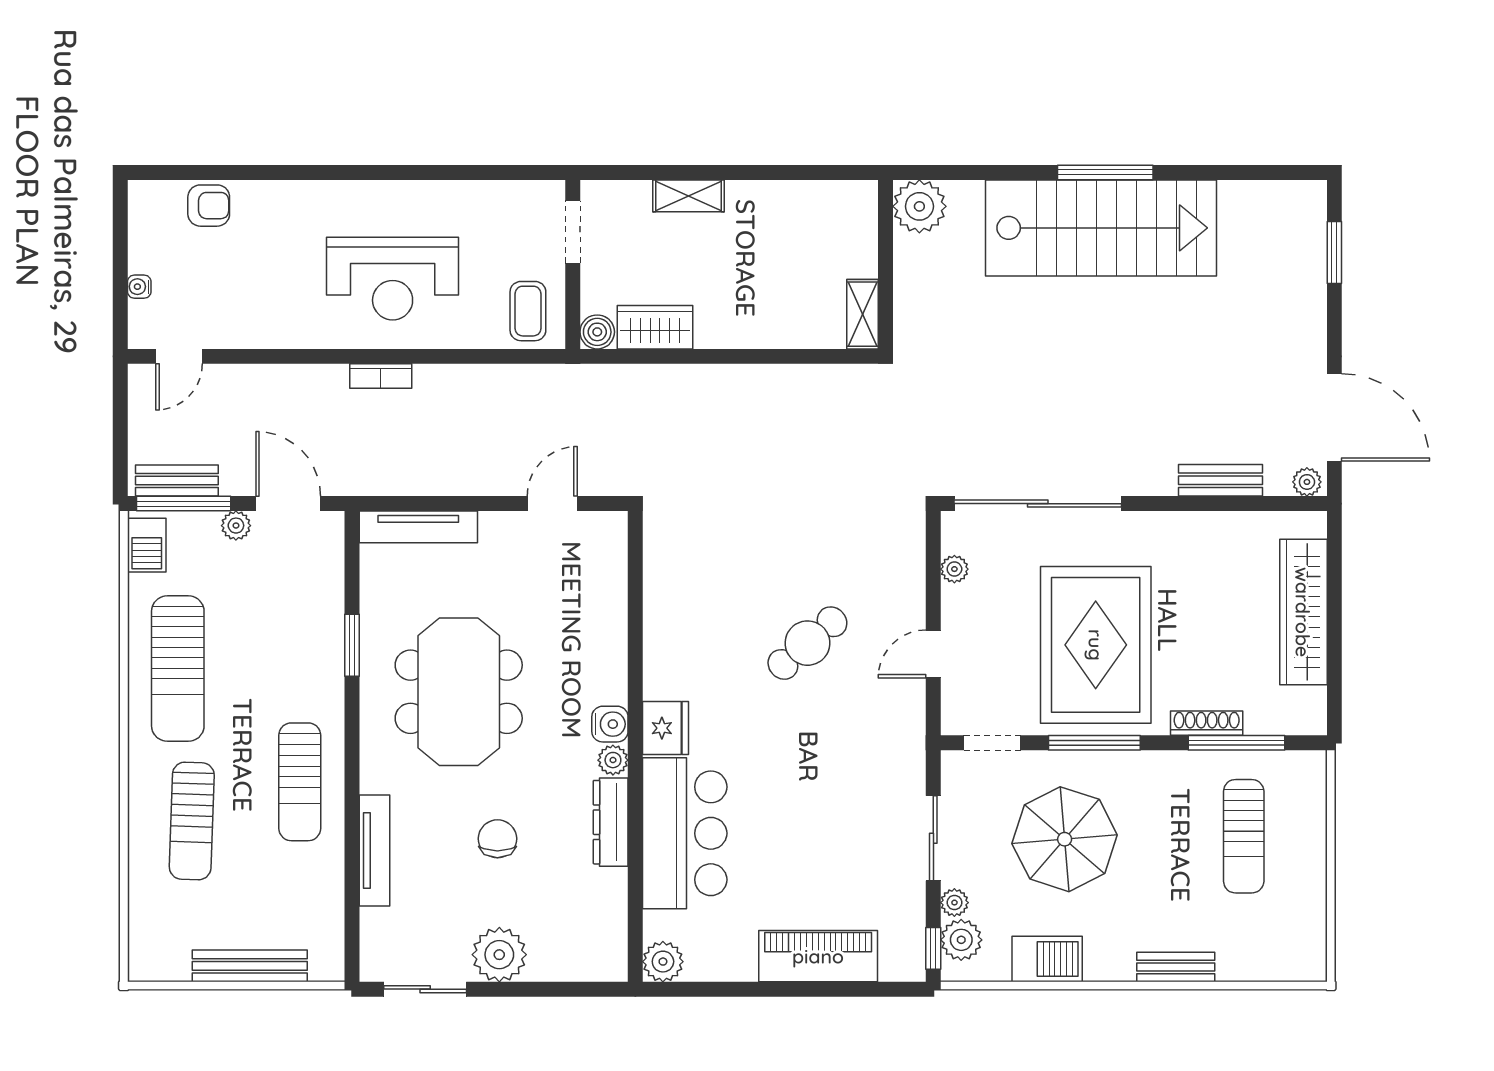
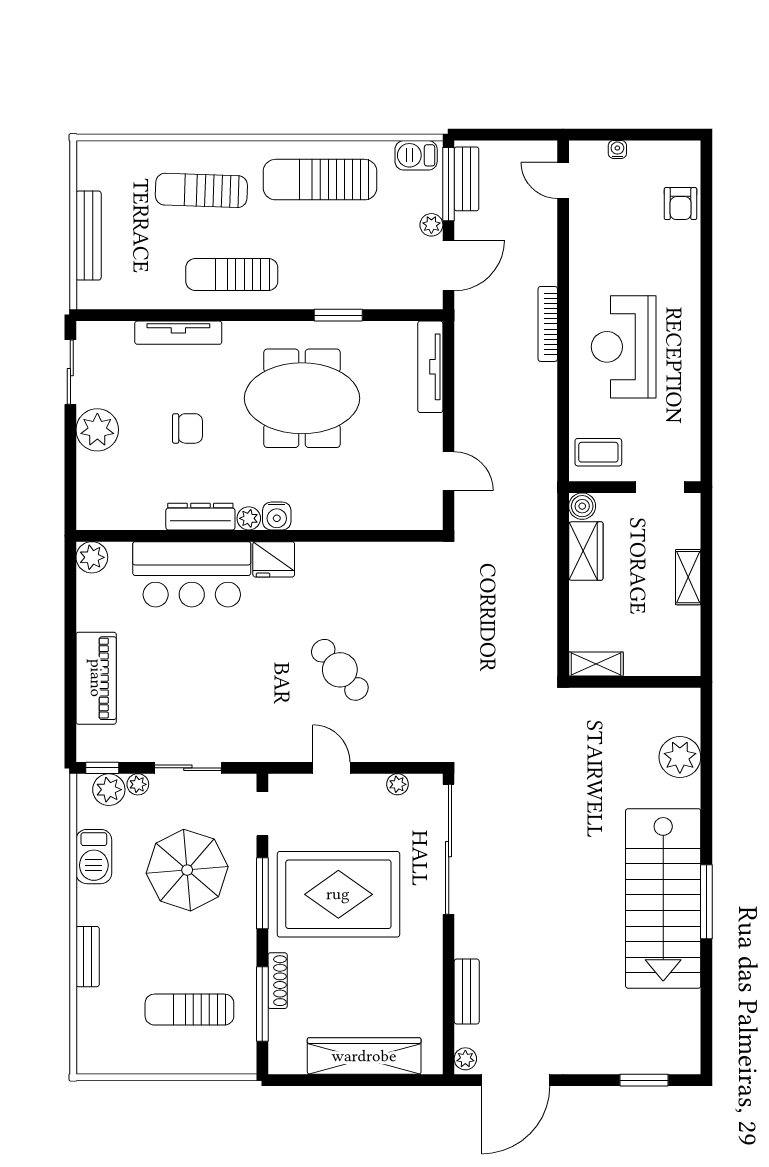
wall: (885, 264) -> (635, 682), moved
shelving: (862, 314) -> (596, 664), moved
bookcase: (381, 376) -> (548, 324), width x1.56

